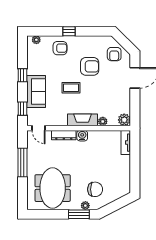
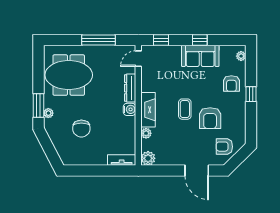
coffee table: (71, 88) -> (185, 109), moved
sofa: (36, 91) -> (200, 56), moved
chair: (95, 189) -> (81, 129), moved

